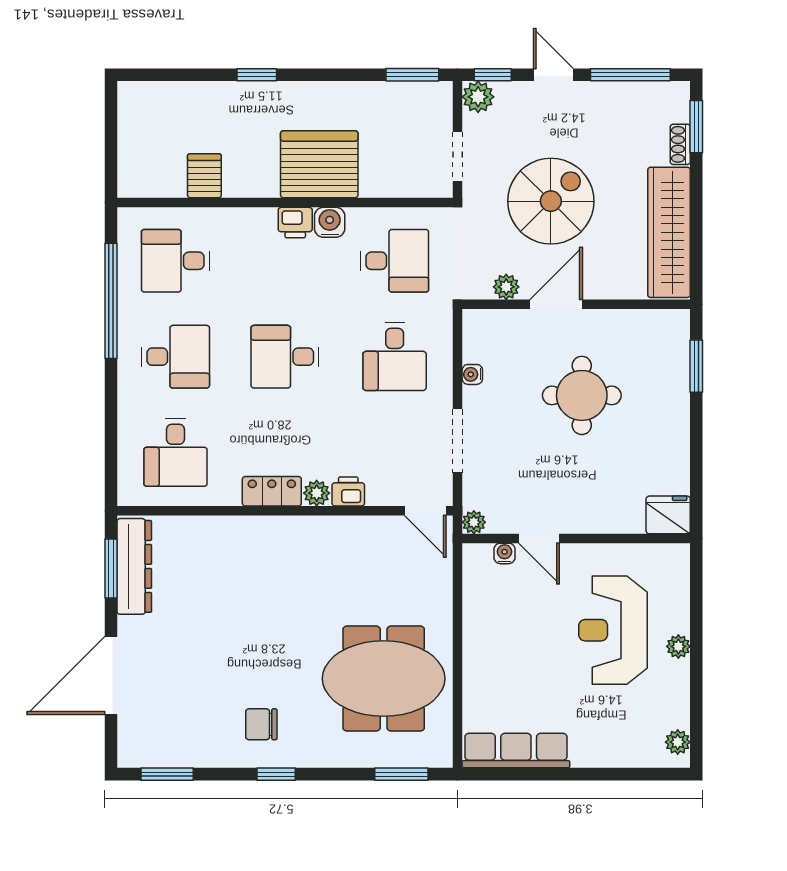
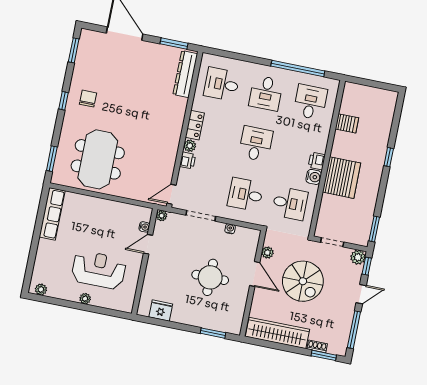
desk: (395, 261) -> (290, 203), turned -90
fridge: (668, 515) -> (161, 310), moved, turned -90
dresser: (134, 566) -> (185, 74), moved, turned 90

